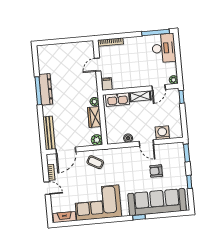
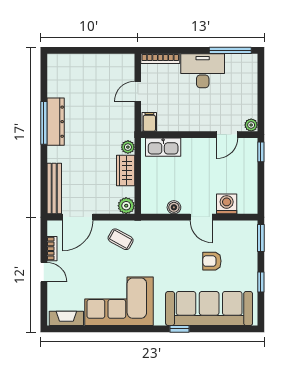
desk: (164, 48) -> (203, 71), moved, turned -90
shelving: (140, 96) -> (198, 145), removed

